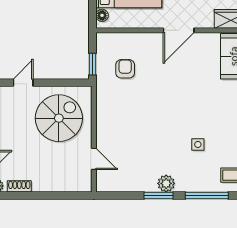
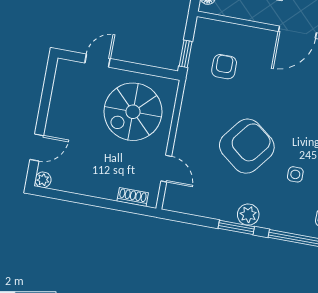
spiral stairs: (59, 118) -> (133, 112), turned 180
armchair: (155, 129) -> (247, 146), added
shoe rack: (19, 186) -> (133, 197), moved

